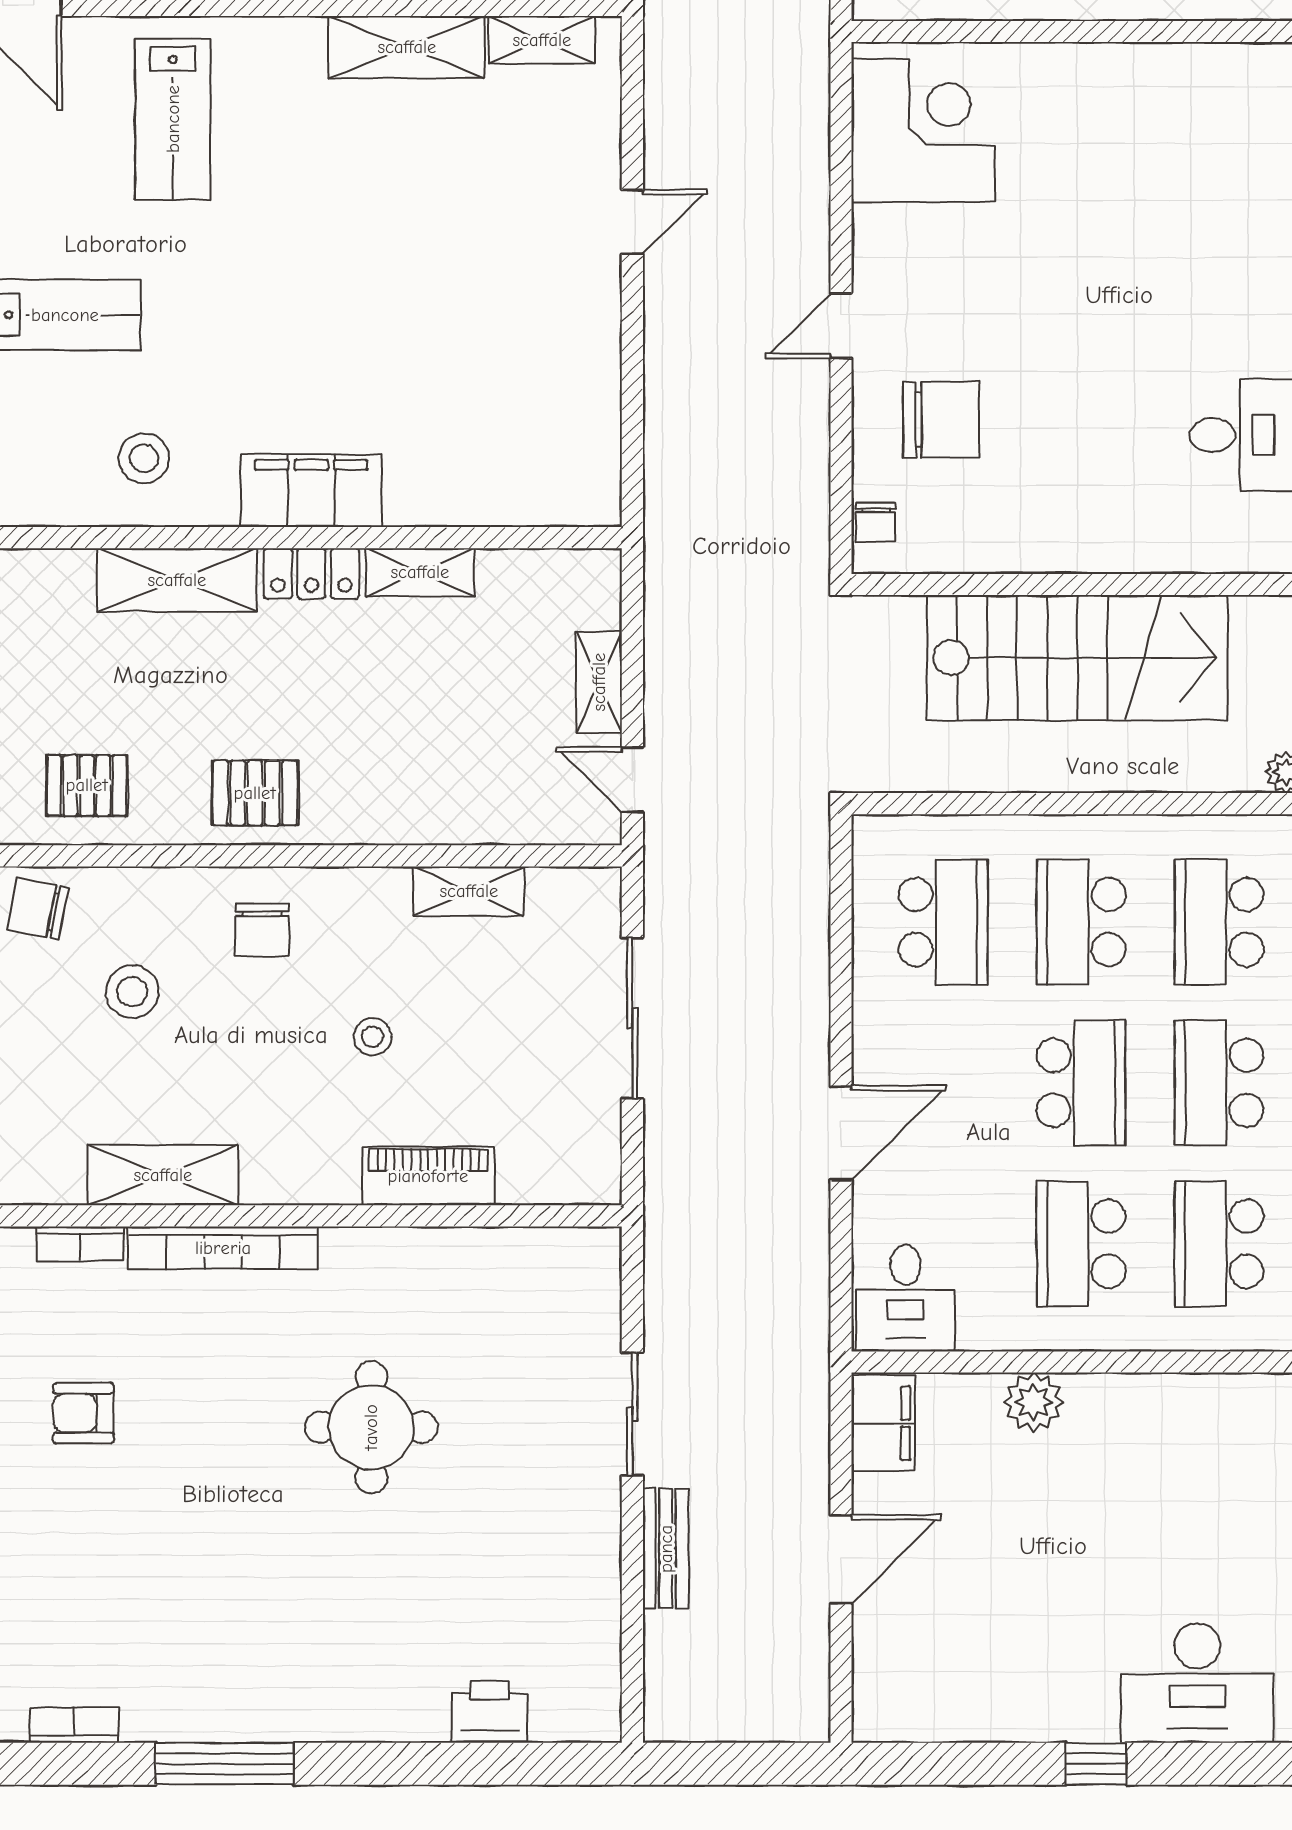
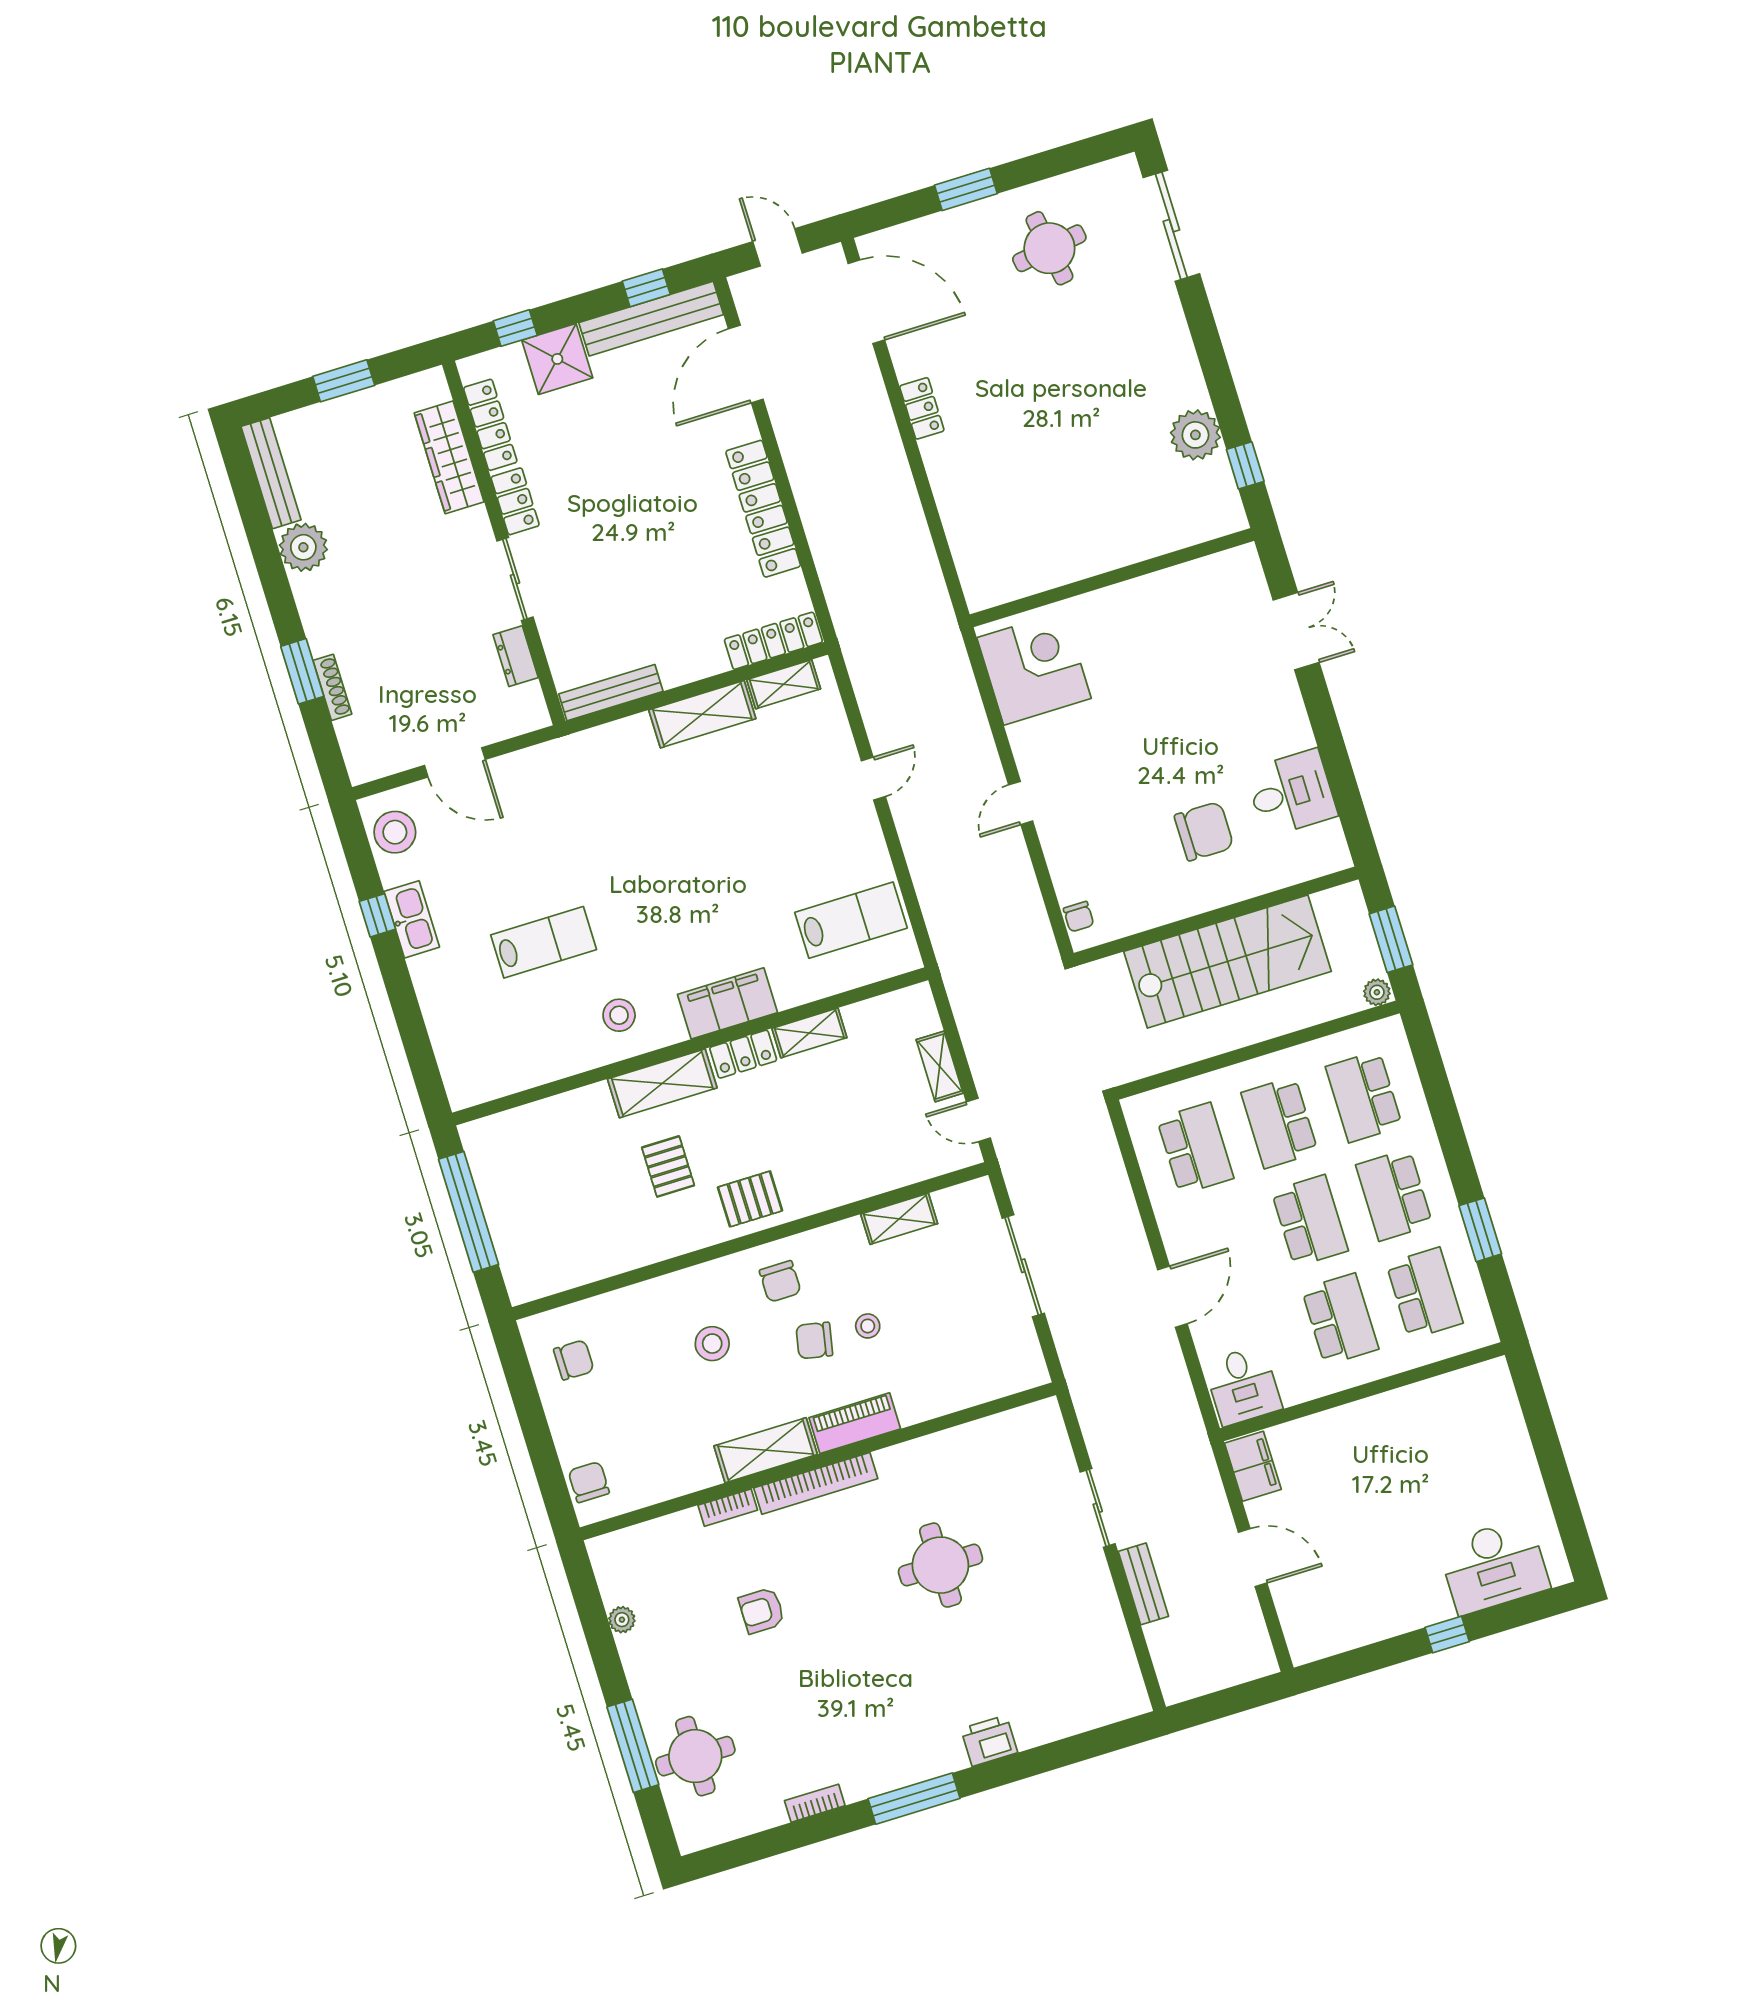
lab bench: (173, 119) -> (851, 920), moved, turned -90
chair: (941, 420) -> (1204, 831), moved
pallet: (87, 785) -> (668, 1166), moved, turned 90
chair: (38, 909) -> (814, 1340), moved
piano: (428, 1176) -> (855, 1423), moved
school desk: (1081, 1244) -> (1340, 1319), turned 180
school desk: (1219, 1244) -> (1424, 1293), turned 180
plant: (1034, 1402) -> (1341, 1425), removed
door: (841, 1560) -> (1253, 1558), hinge flipped
printer: (490, 1712) -> (989, 1741), moved

